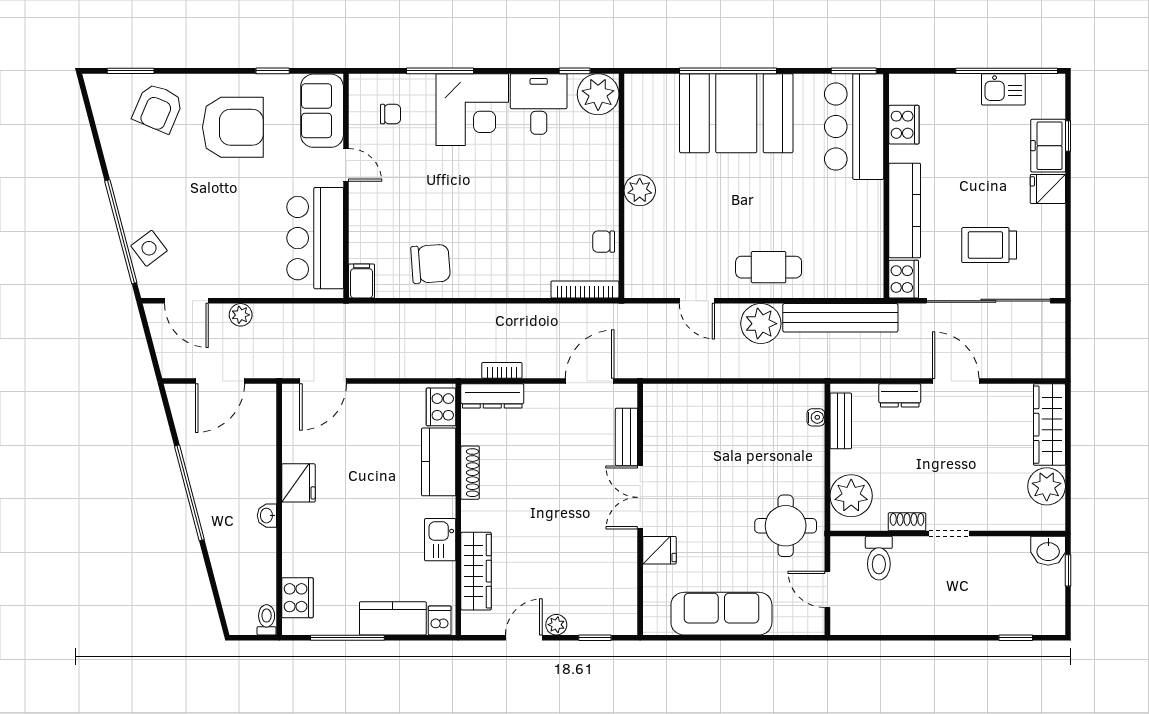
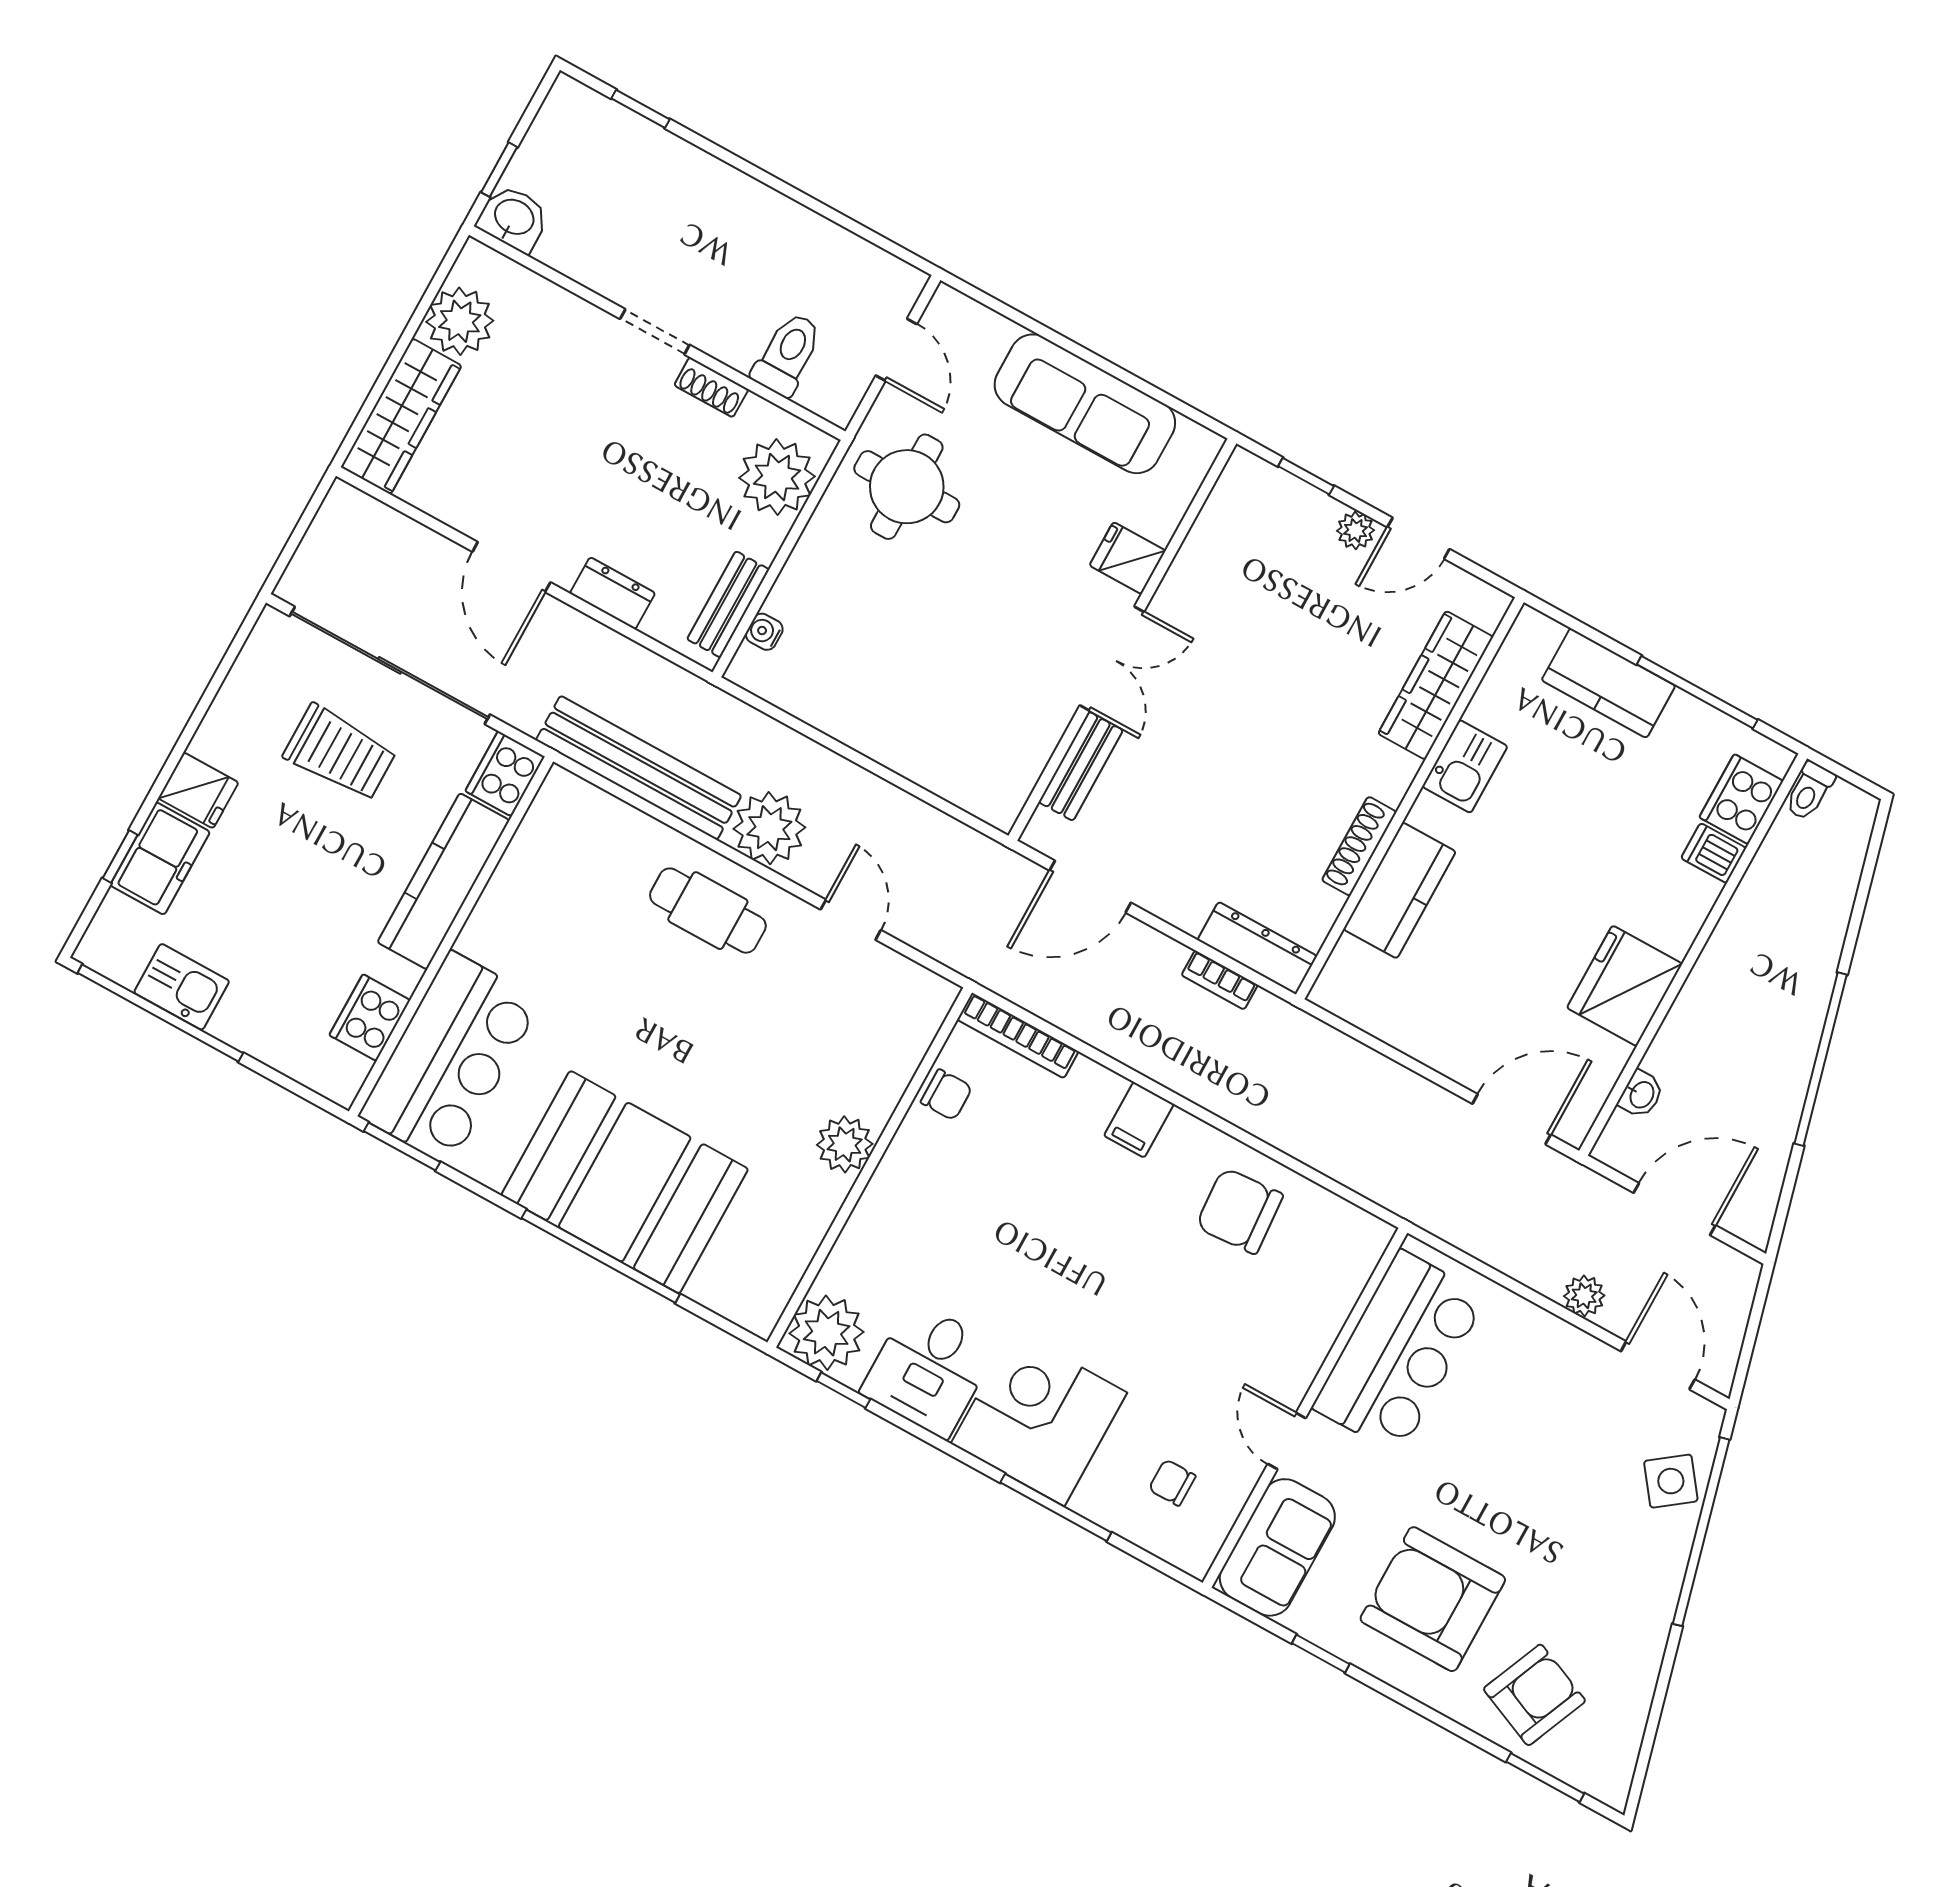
filing cabinet: (362, 281) -> (1139, 1120), moved
cooker: (441, 407) -> (1348, 975), removed
fridge: (298, 483) -> (1625, 986), width x1.36, depth x1.34
washbasin: (267, 516) -> (1641, 1094), moved
dishwasher: (440, 621) -> (1714, 853), moved, turned 90

